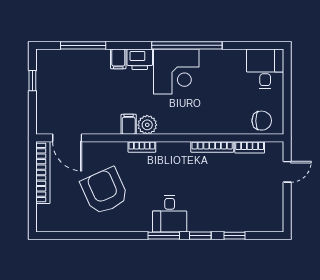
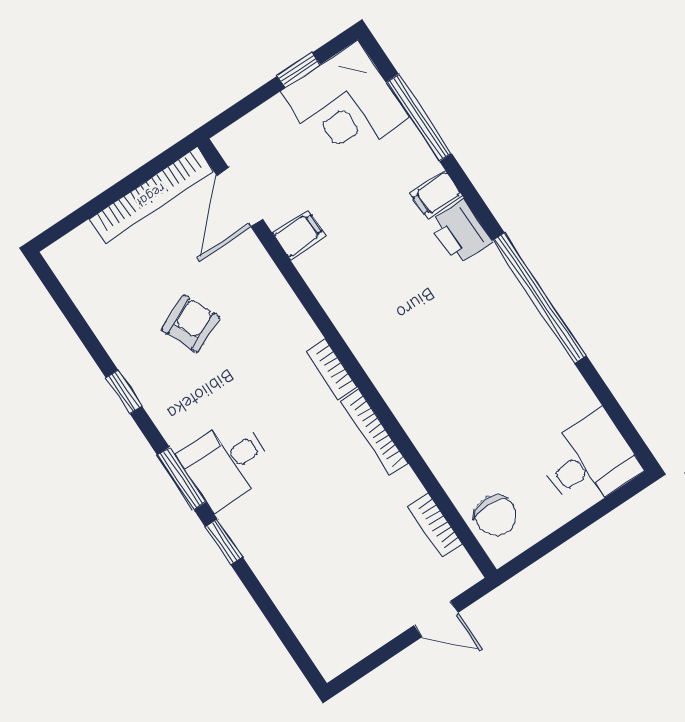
corner desk: (176, 72) -> (345, 105), moved
filing cabinet: (129, 124) -> (299, 234), moved
plant: (147, 125) -> (355, 321), removed
bookcase: (142, 147) -> (332, 369), moved
bookcase: (212, 147) -> (374, 433), moved
armchair: (104, 191) -> (191, 324), width x0.53, depth x0.53
window: (235, 236) -> (124, 392), moved

